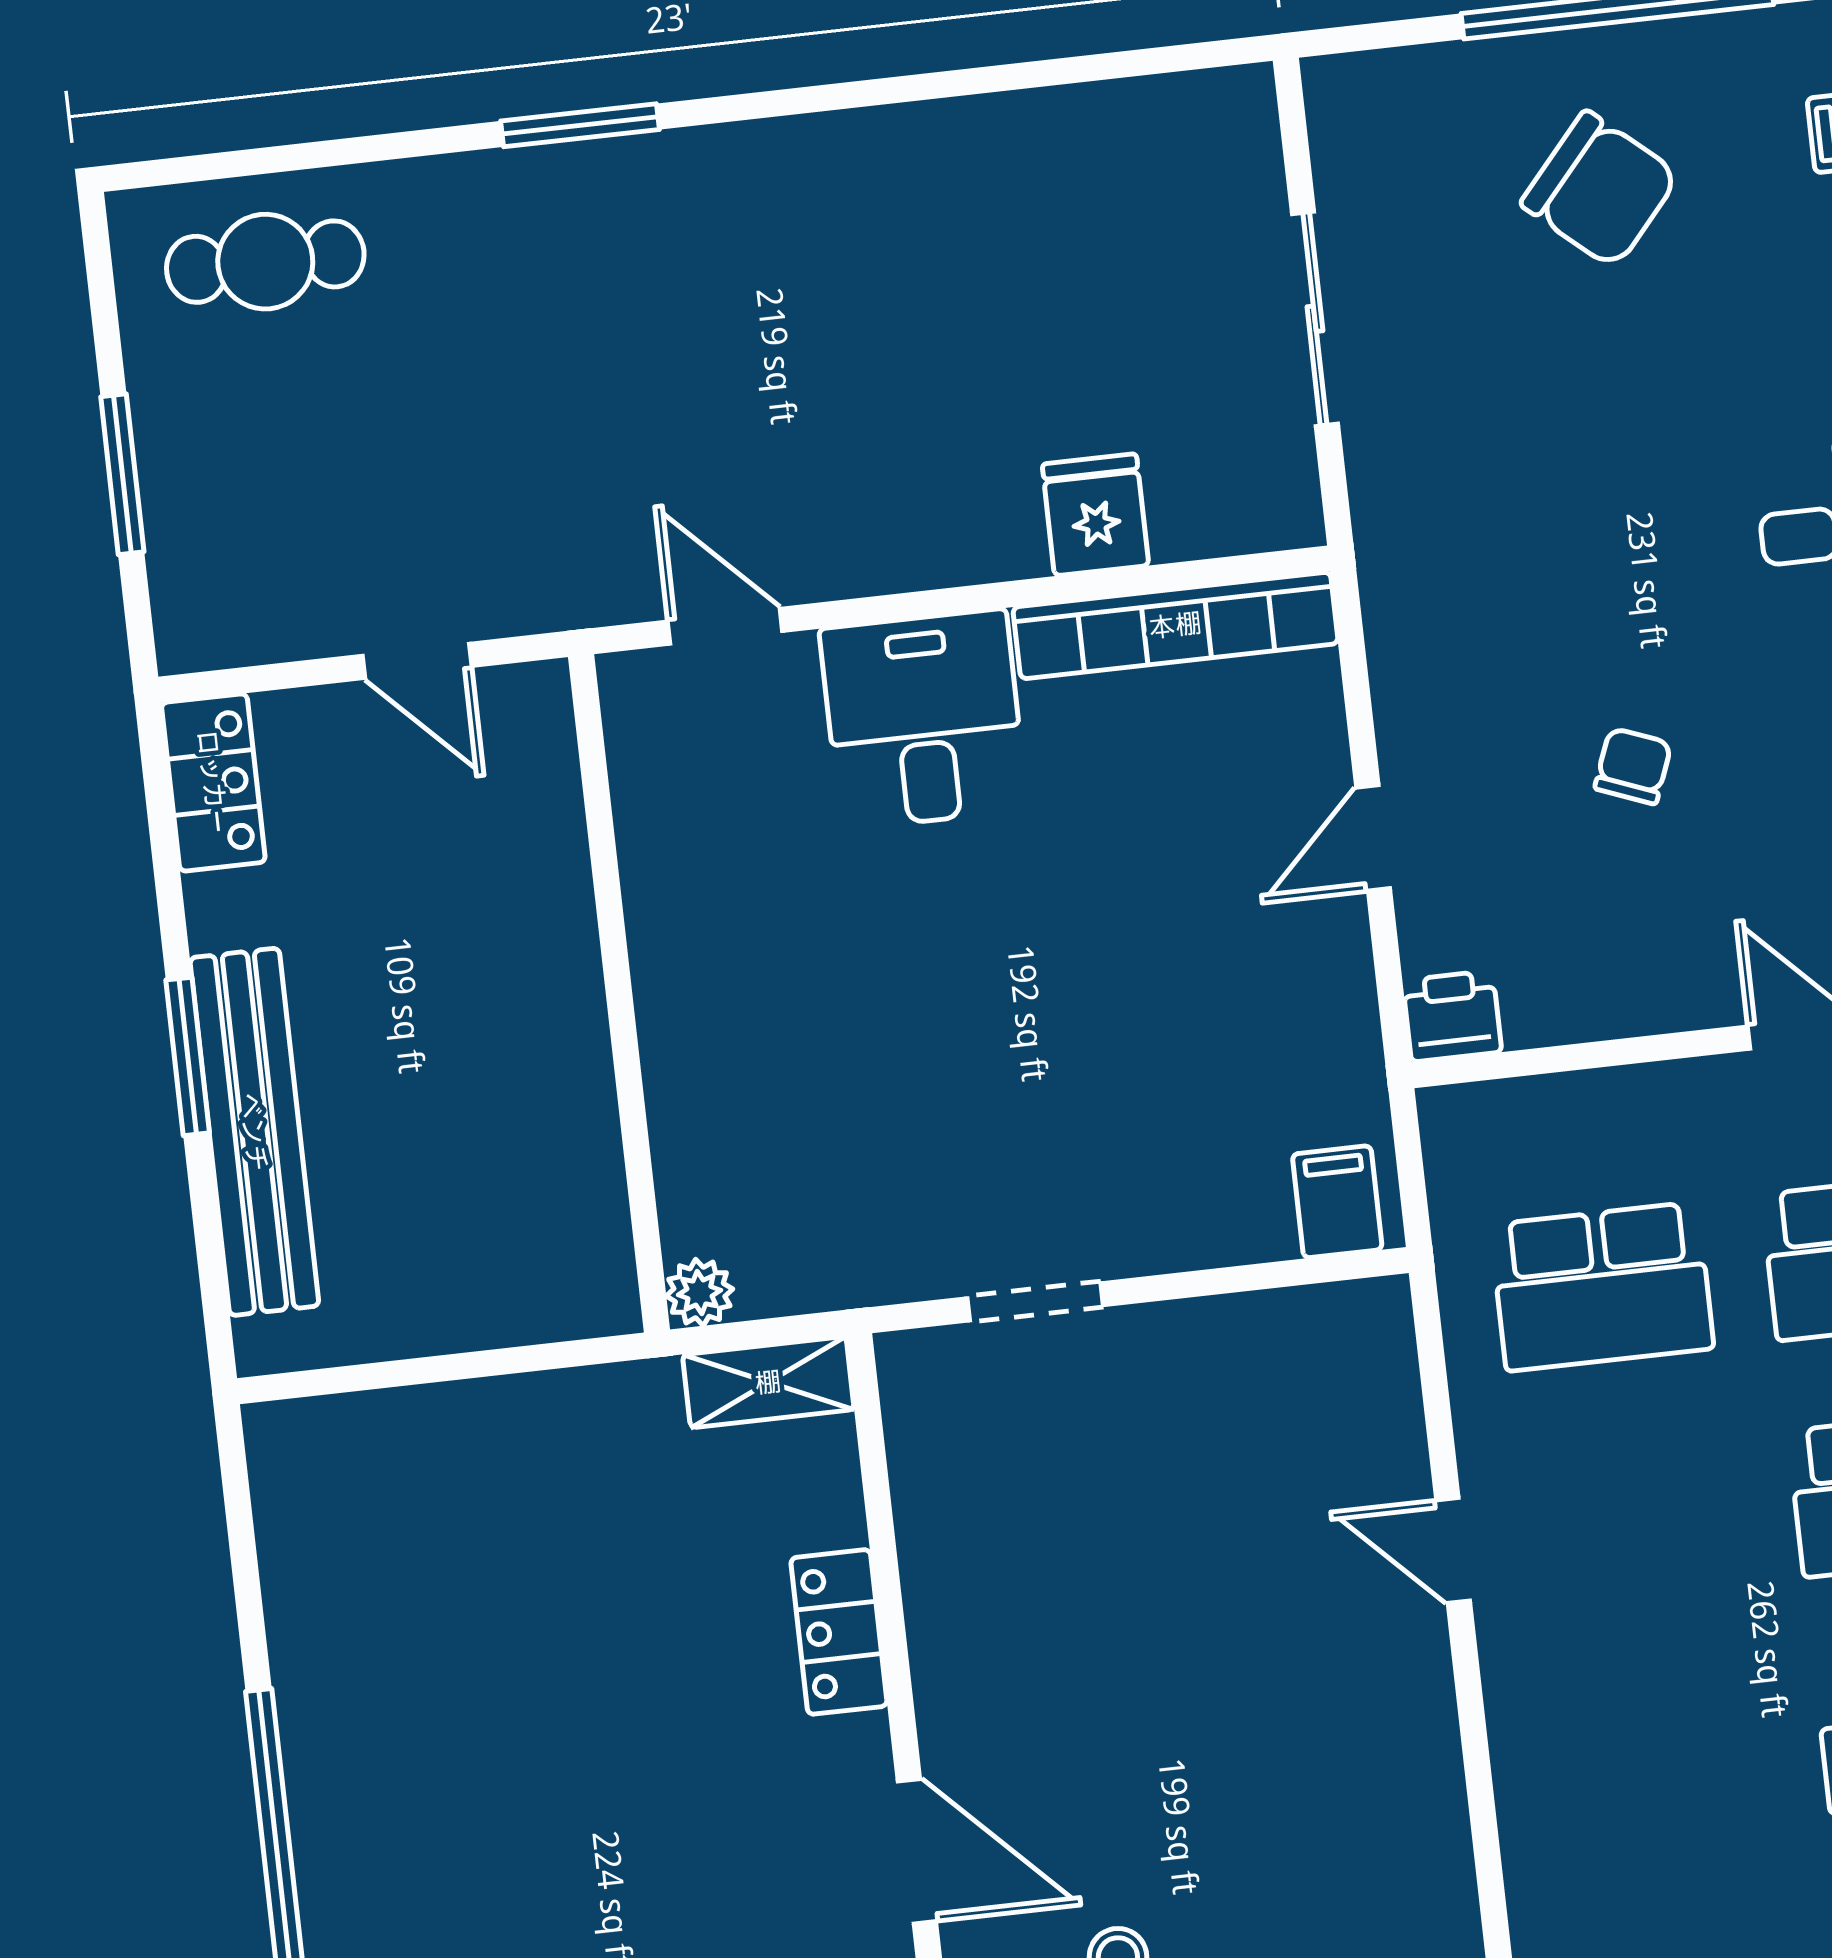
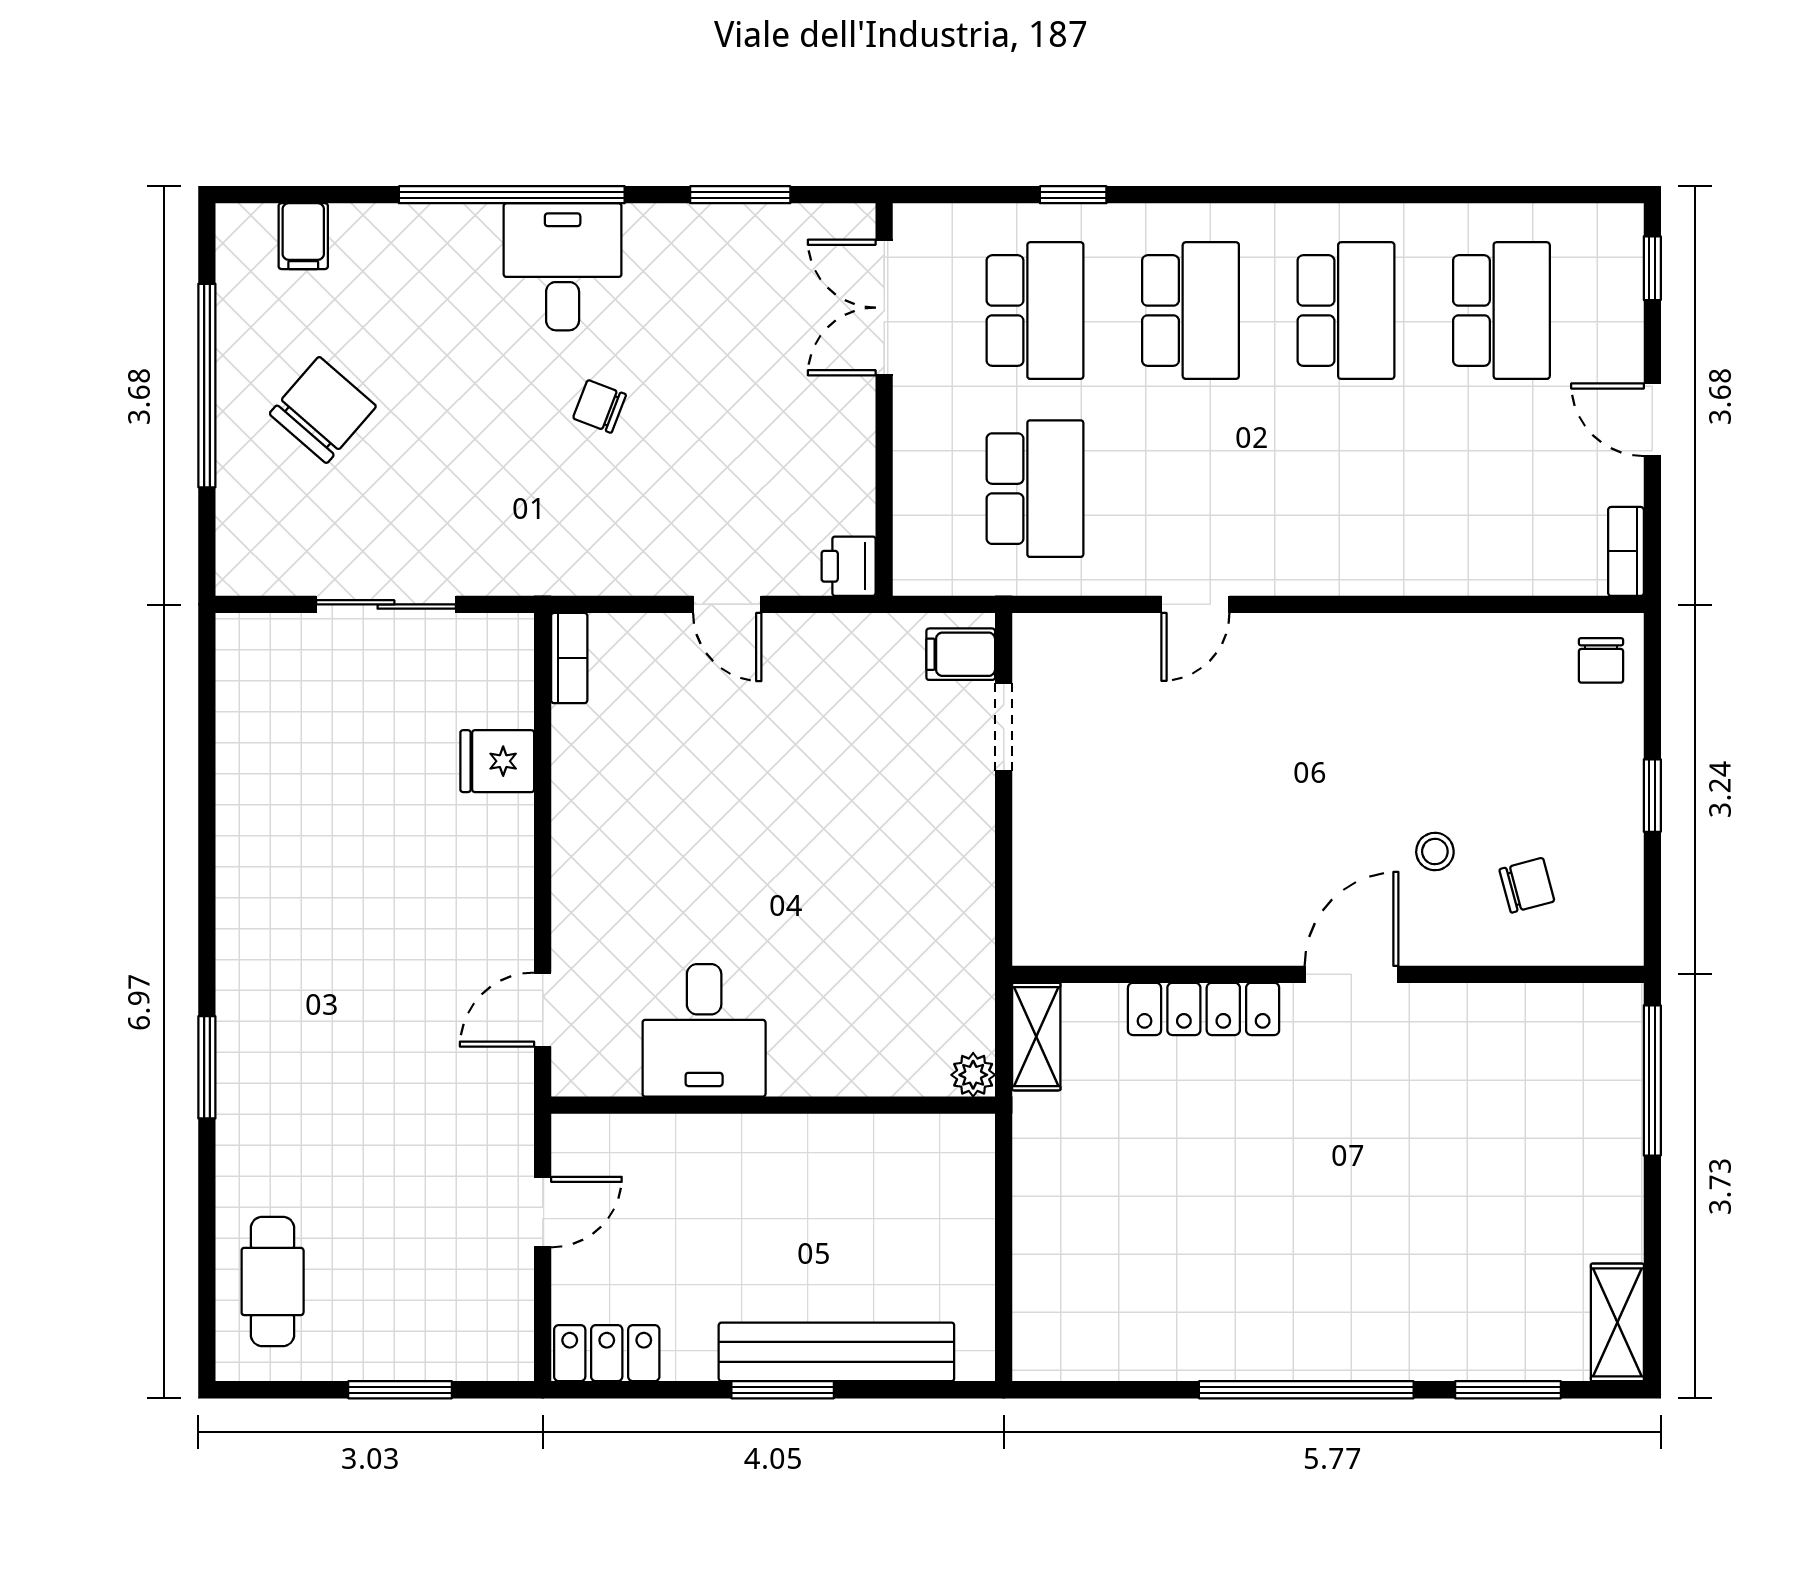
bookcase: (1175, 625) -> (569, 658), width x0.43, depth x0.76
desk: (924, 719) -> (704, 1030), moved, turned -90
chair: (1633, 766) -> (600, 406), moved
doorway: (1035, 1302) -> (1004, 727), moved
locker: (839, 1632) -> (1204, 1009), width x1.53

